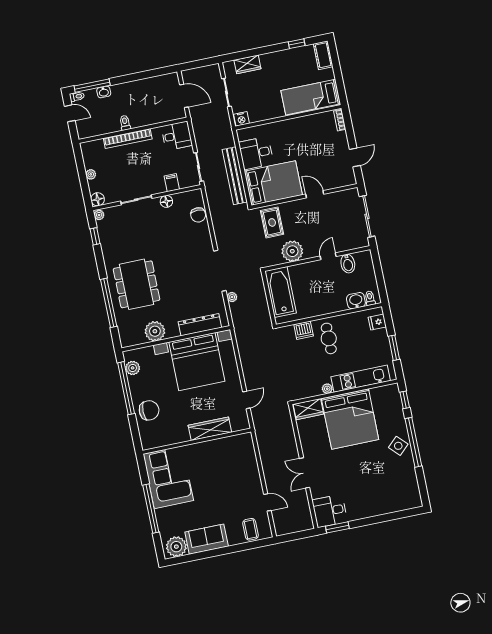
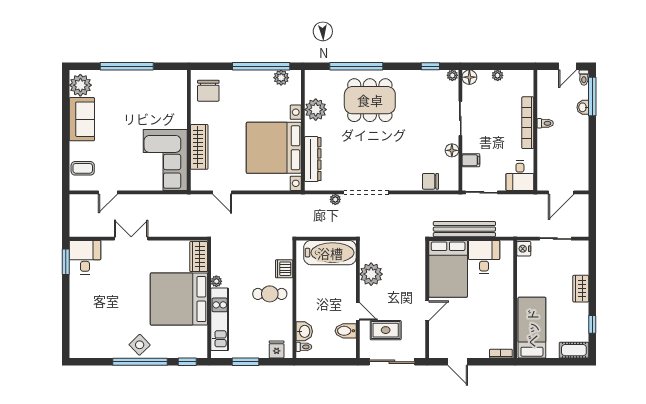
wardrobe: (247, 64) -> (581, 289), moved
rug: (272, 222) -> (386, 330), moved
chair: (149, 410) -> (208, 91), moved
corner sofa: (168, 477) -> (165, 160), moved, turned 90

